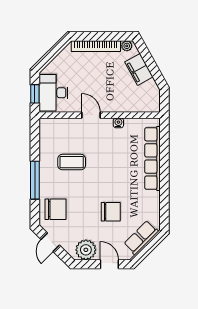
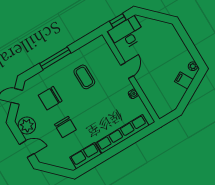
bookcase: (96, 46) -> (179, 44), removed
filing cabinet: (139, 69) -> (184, 80), width x0.50
chair: (56, 209) -> (50, 98), moved, turned 90
row of seats: (141, 238) -> (85, 156), moved, turned -45
door: (109, 264) -> (27, 149), hinge flipped

